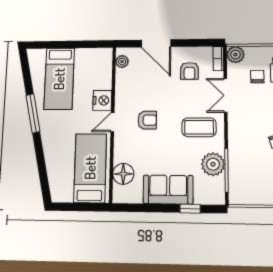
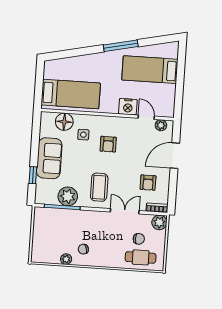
armchair: (189, 71) -> (148, 183), turned -90
door: (112, 122) -> (146, 117), moved
side table: (137, 150) -> (83, 135), added

